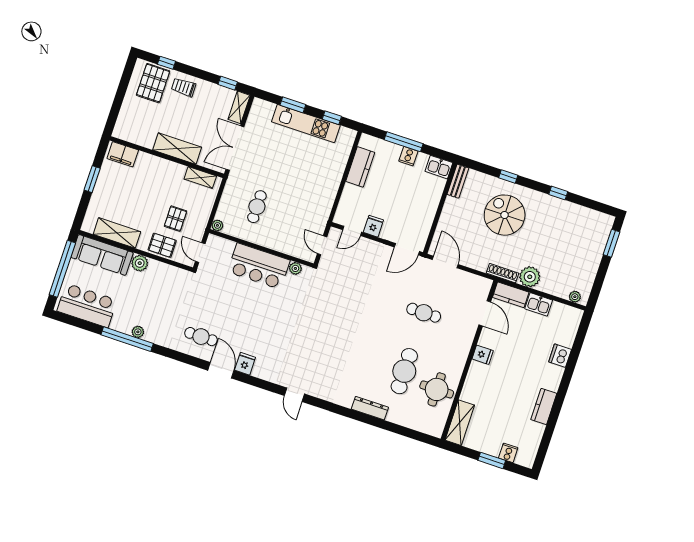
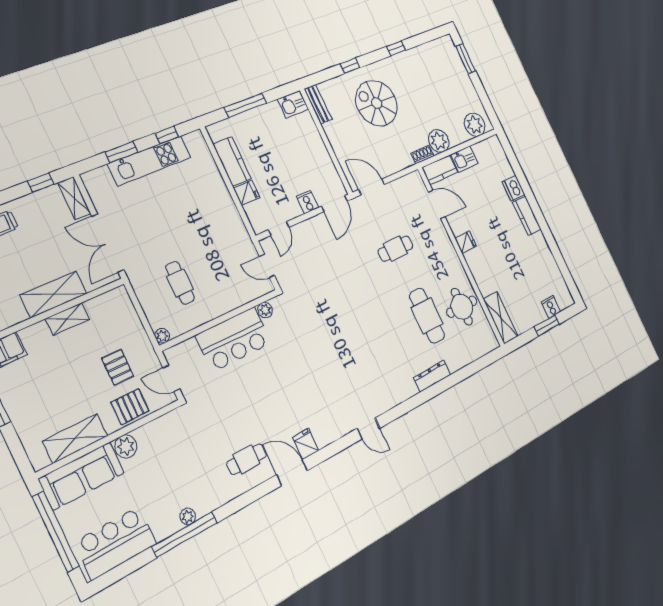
cooker: (408, 156) -> (308, 202), moved, turned 180
shelving: (200, 178) -> (67, 319), moved
fridge: (373, 226) -> (247, 193), moved, turned 90
shoe rack: (503, 273) -> (423, 155), width x0.70
plant: (575, 297) -> (475, 125), width x1.87, depth x1.87
kitchen counter: (544, 407) -> (527, 216), moved

